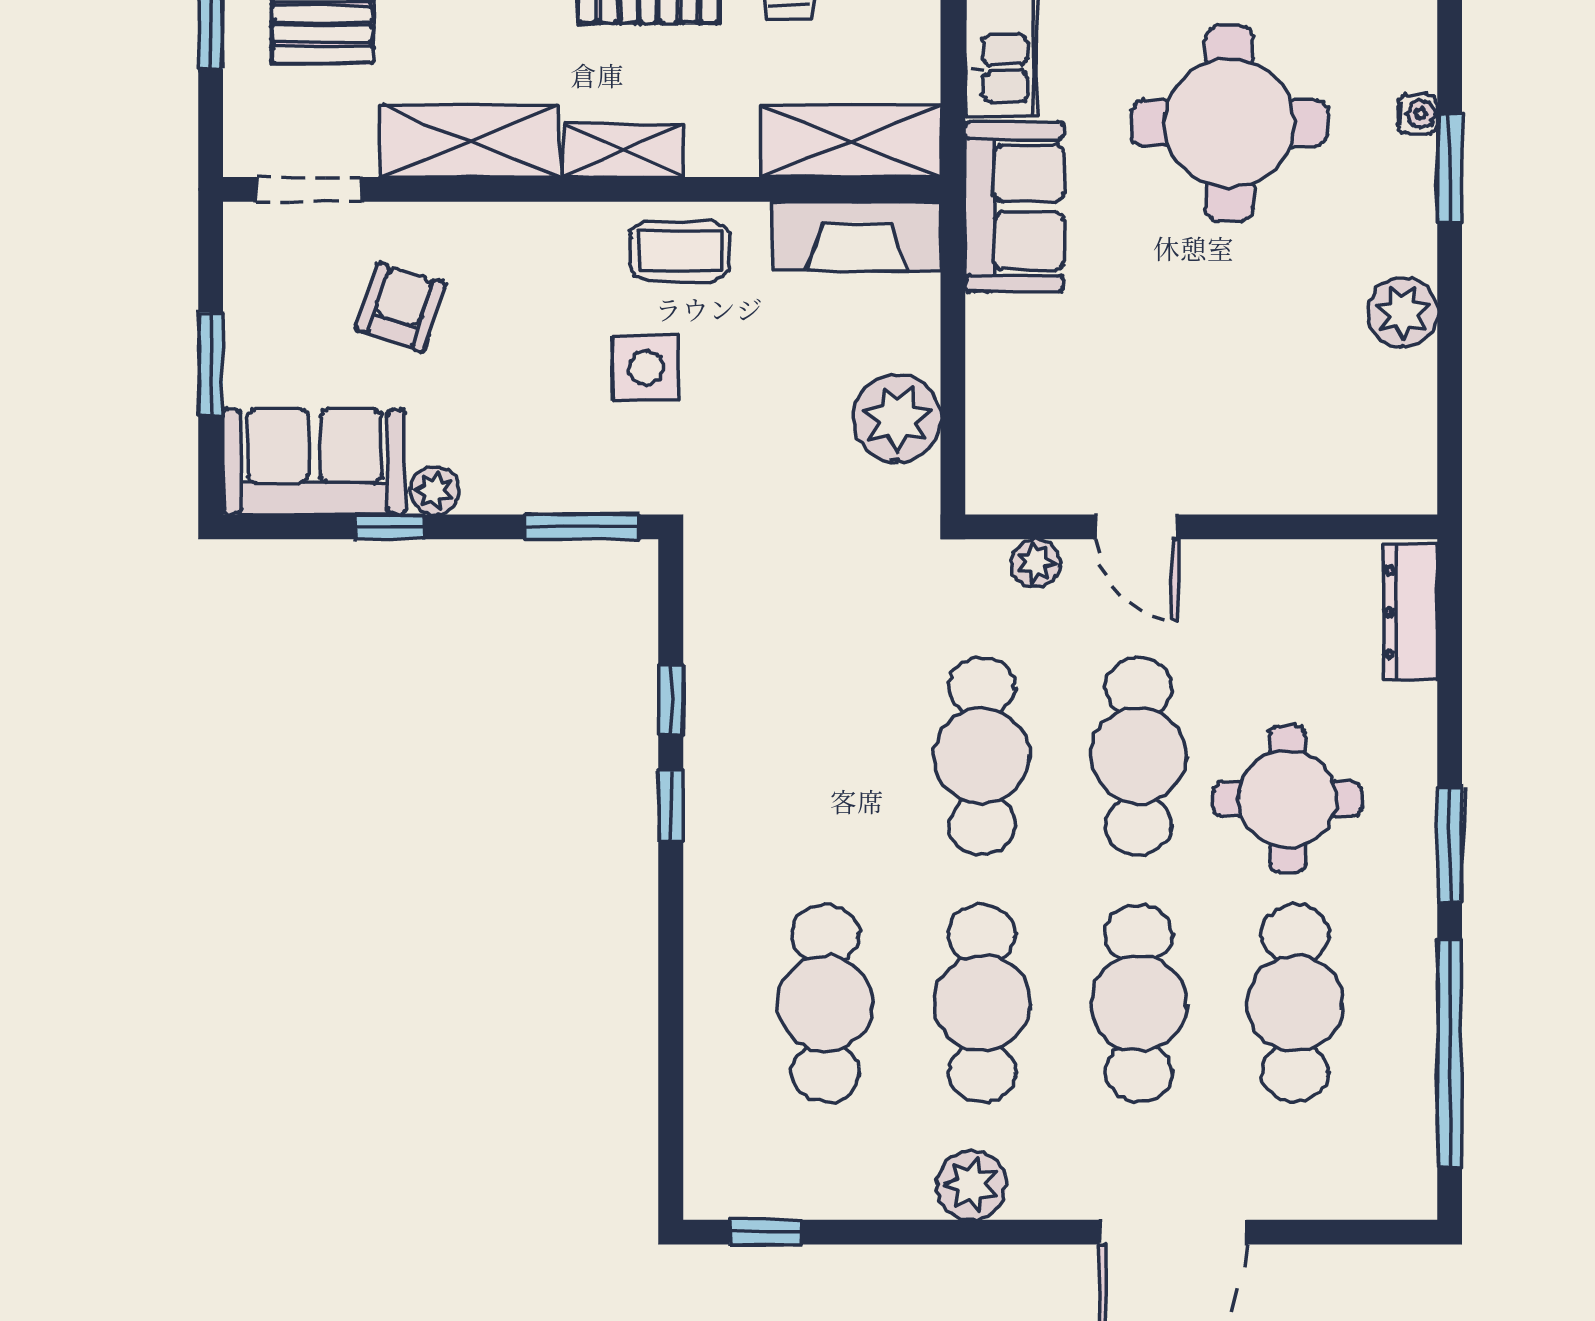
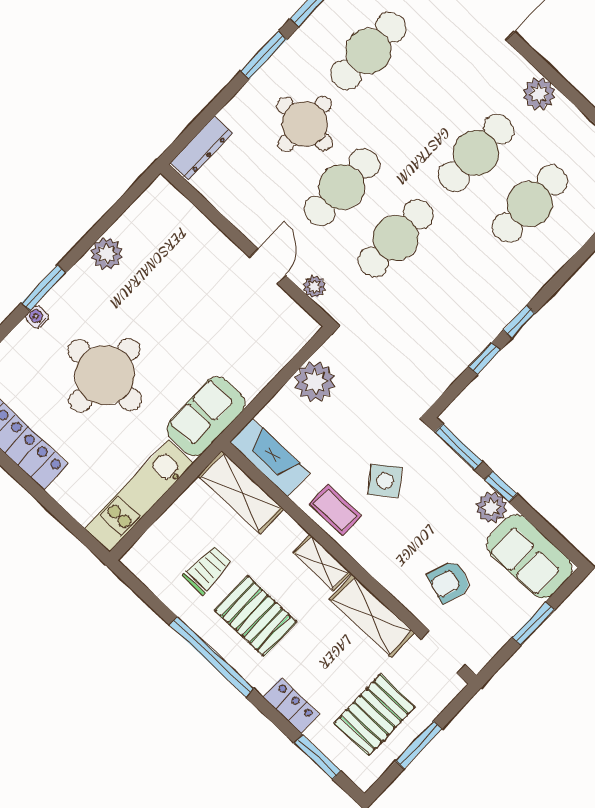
side table: (646, 368) -> (385, 481), turned -38
plant: (435, 490) -> (491, 508), width x1.38, depth x1.38
window: (390, 527) -> (501, 487), moved
cafe table: (1139, 1003) -> (422, 102), removed

